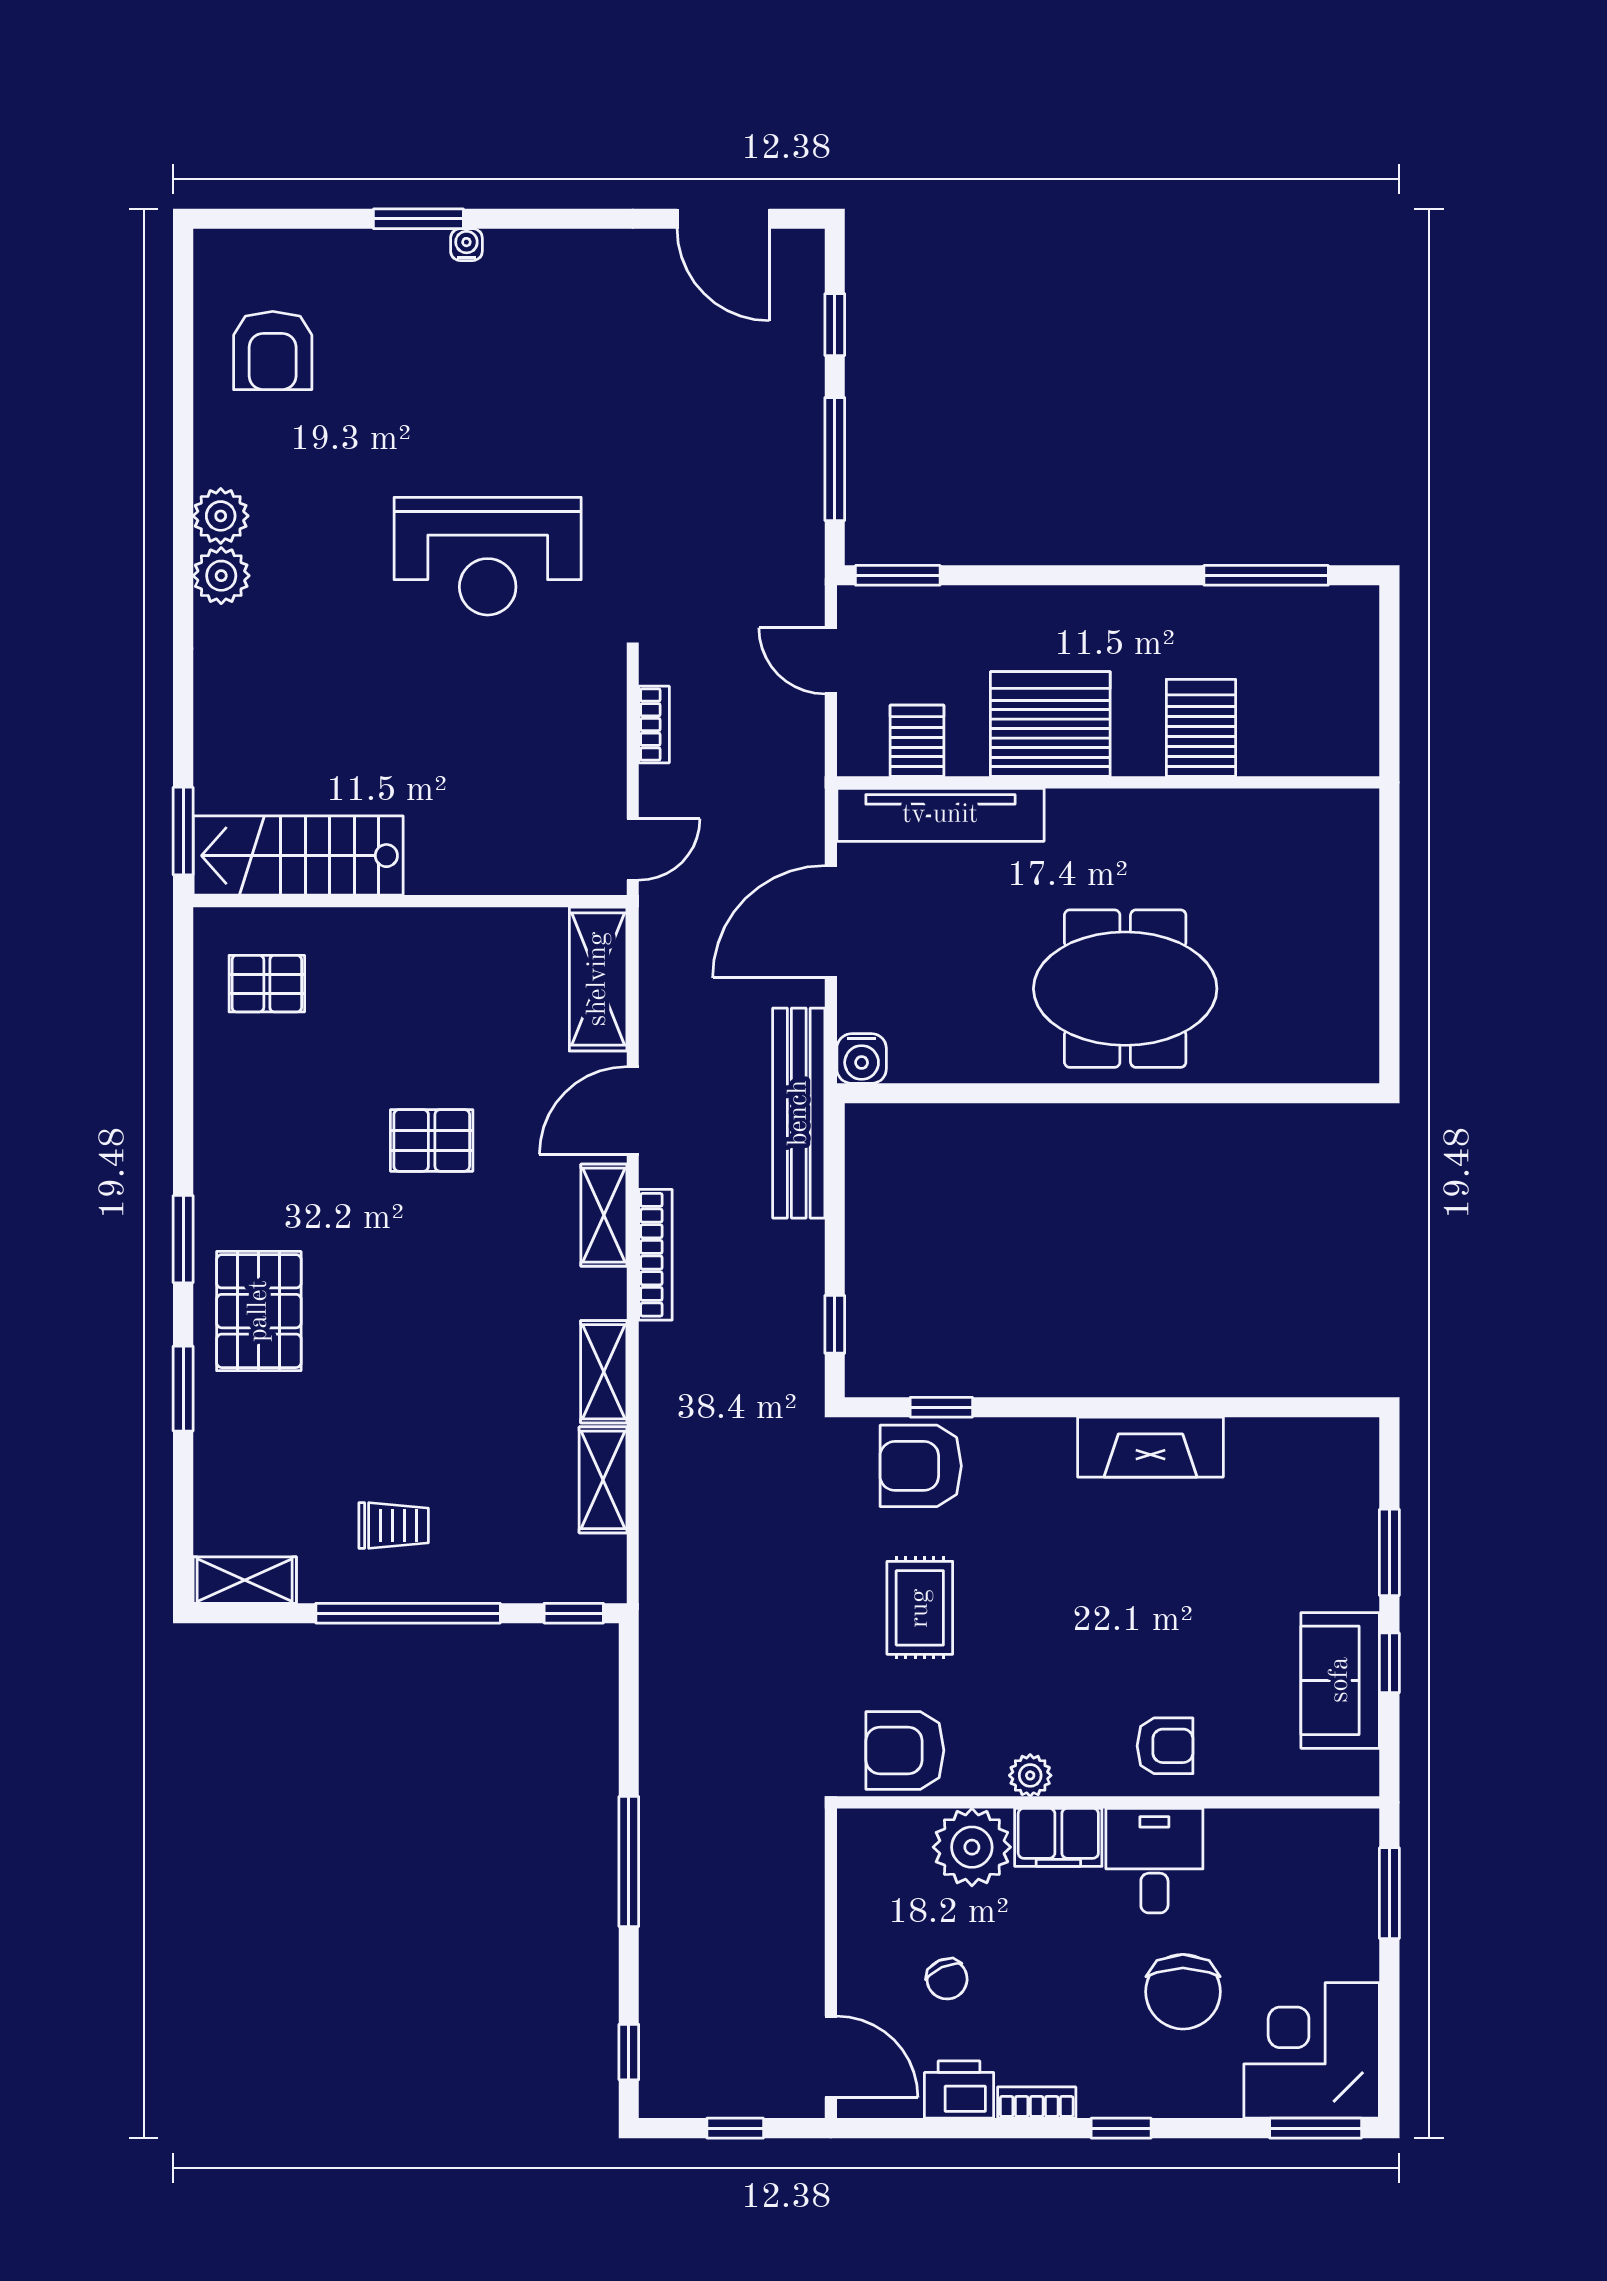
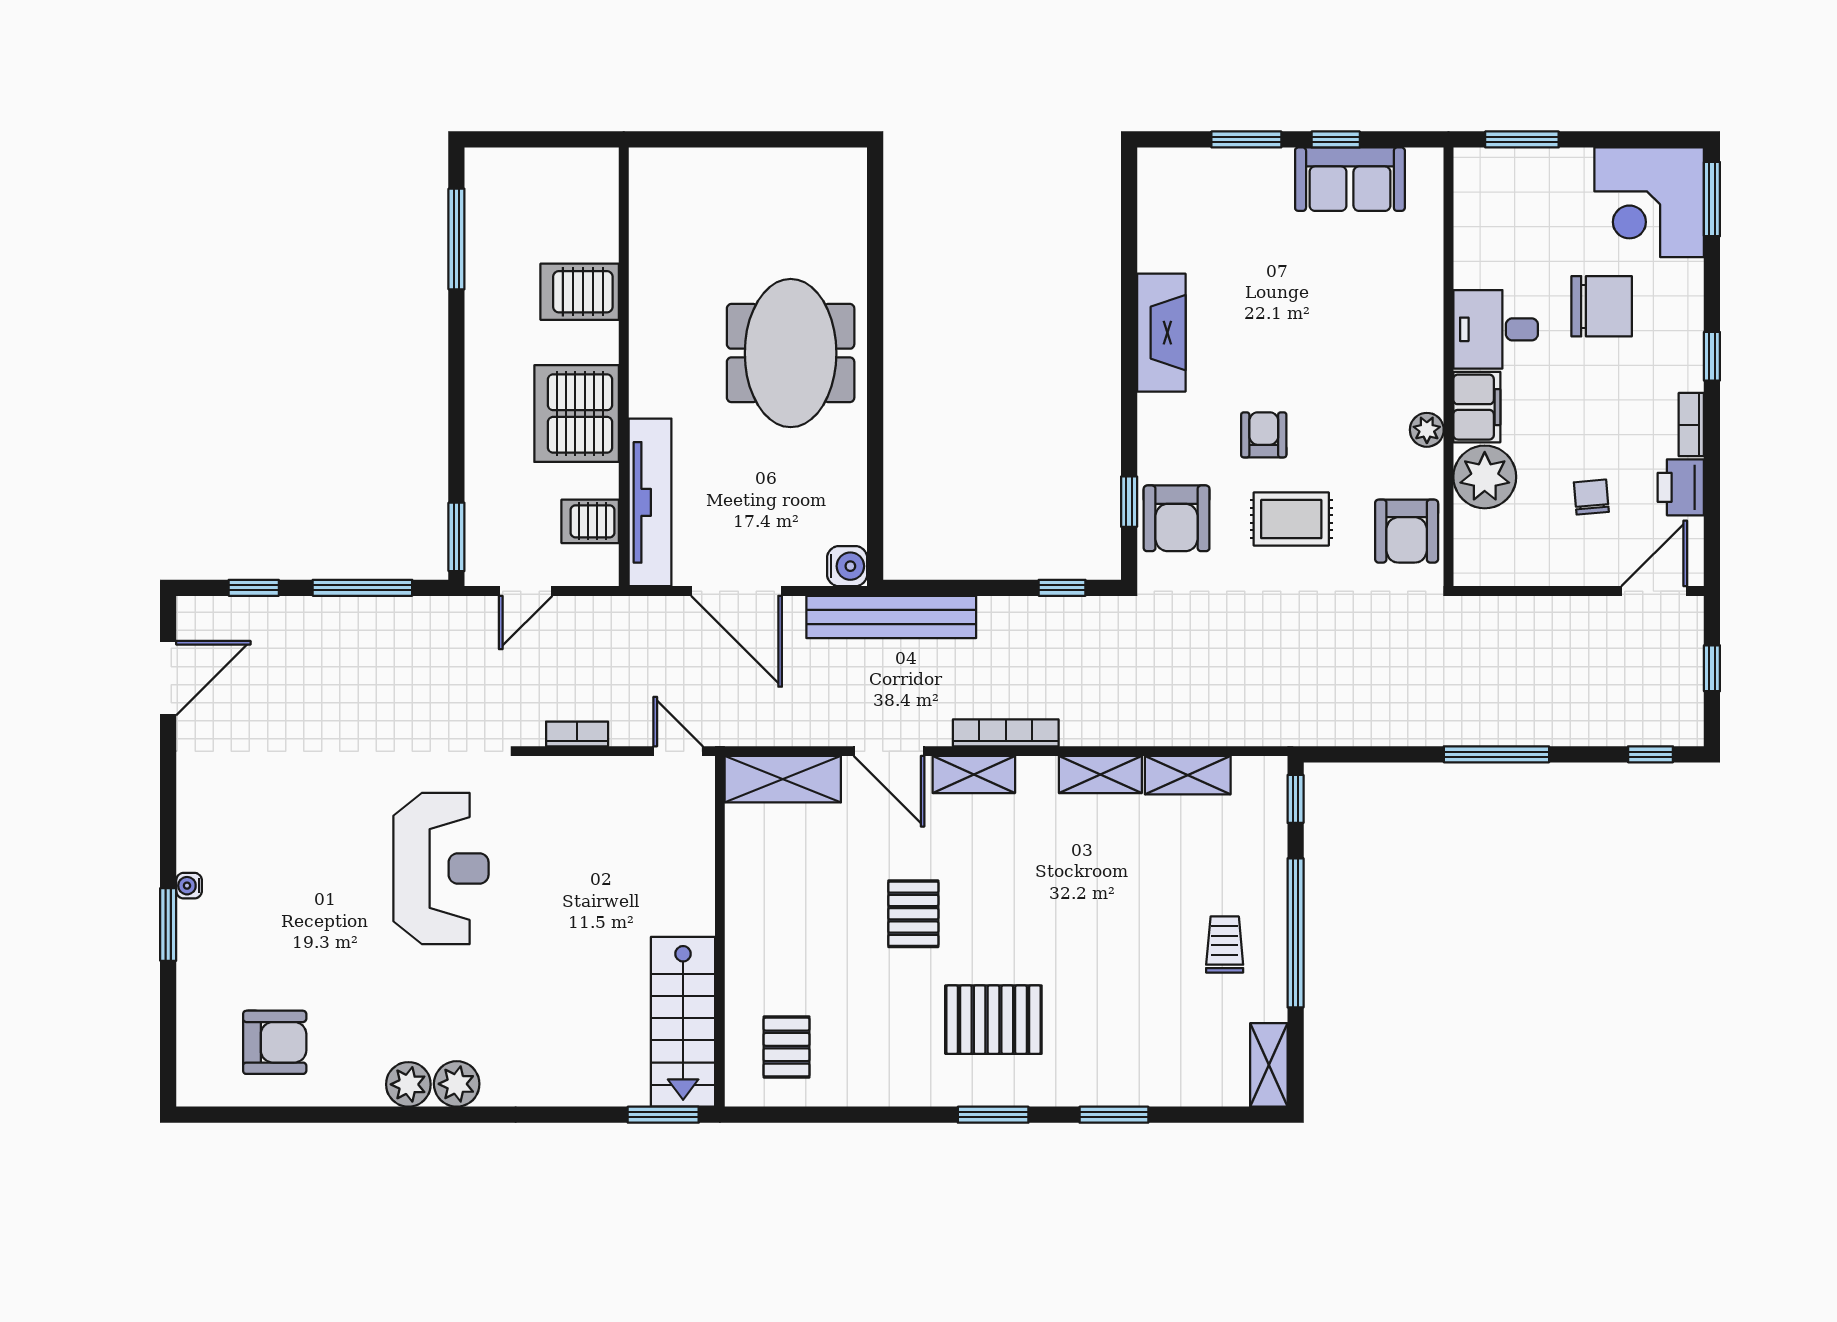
pallet: (259, 1311) -> (993, 1020), moved
armchair: (1165, 1746) -> (1264, 435), moved
chair: (947, 1979) -> (1591, 497), turned -71

